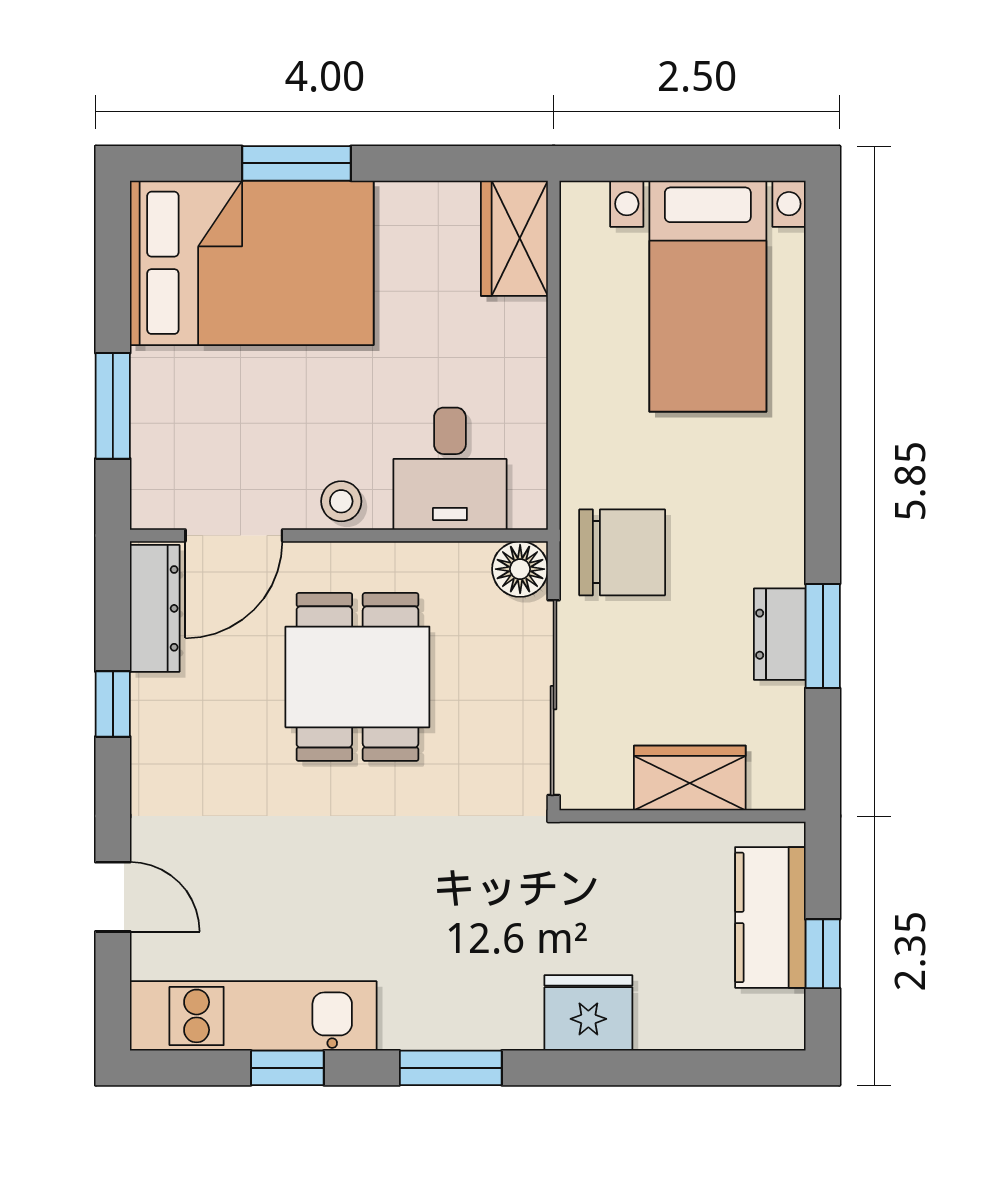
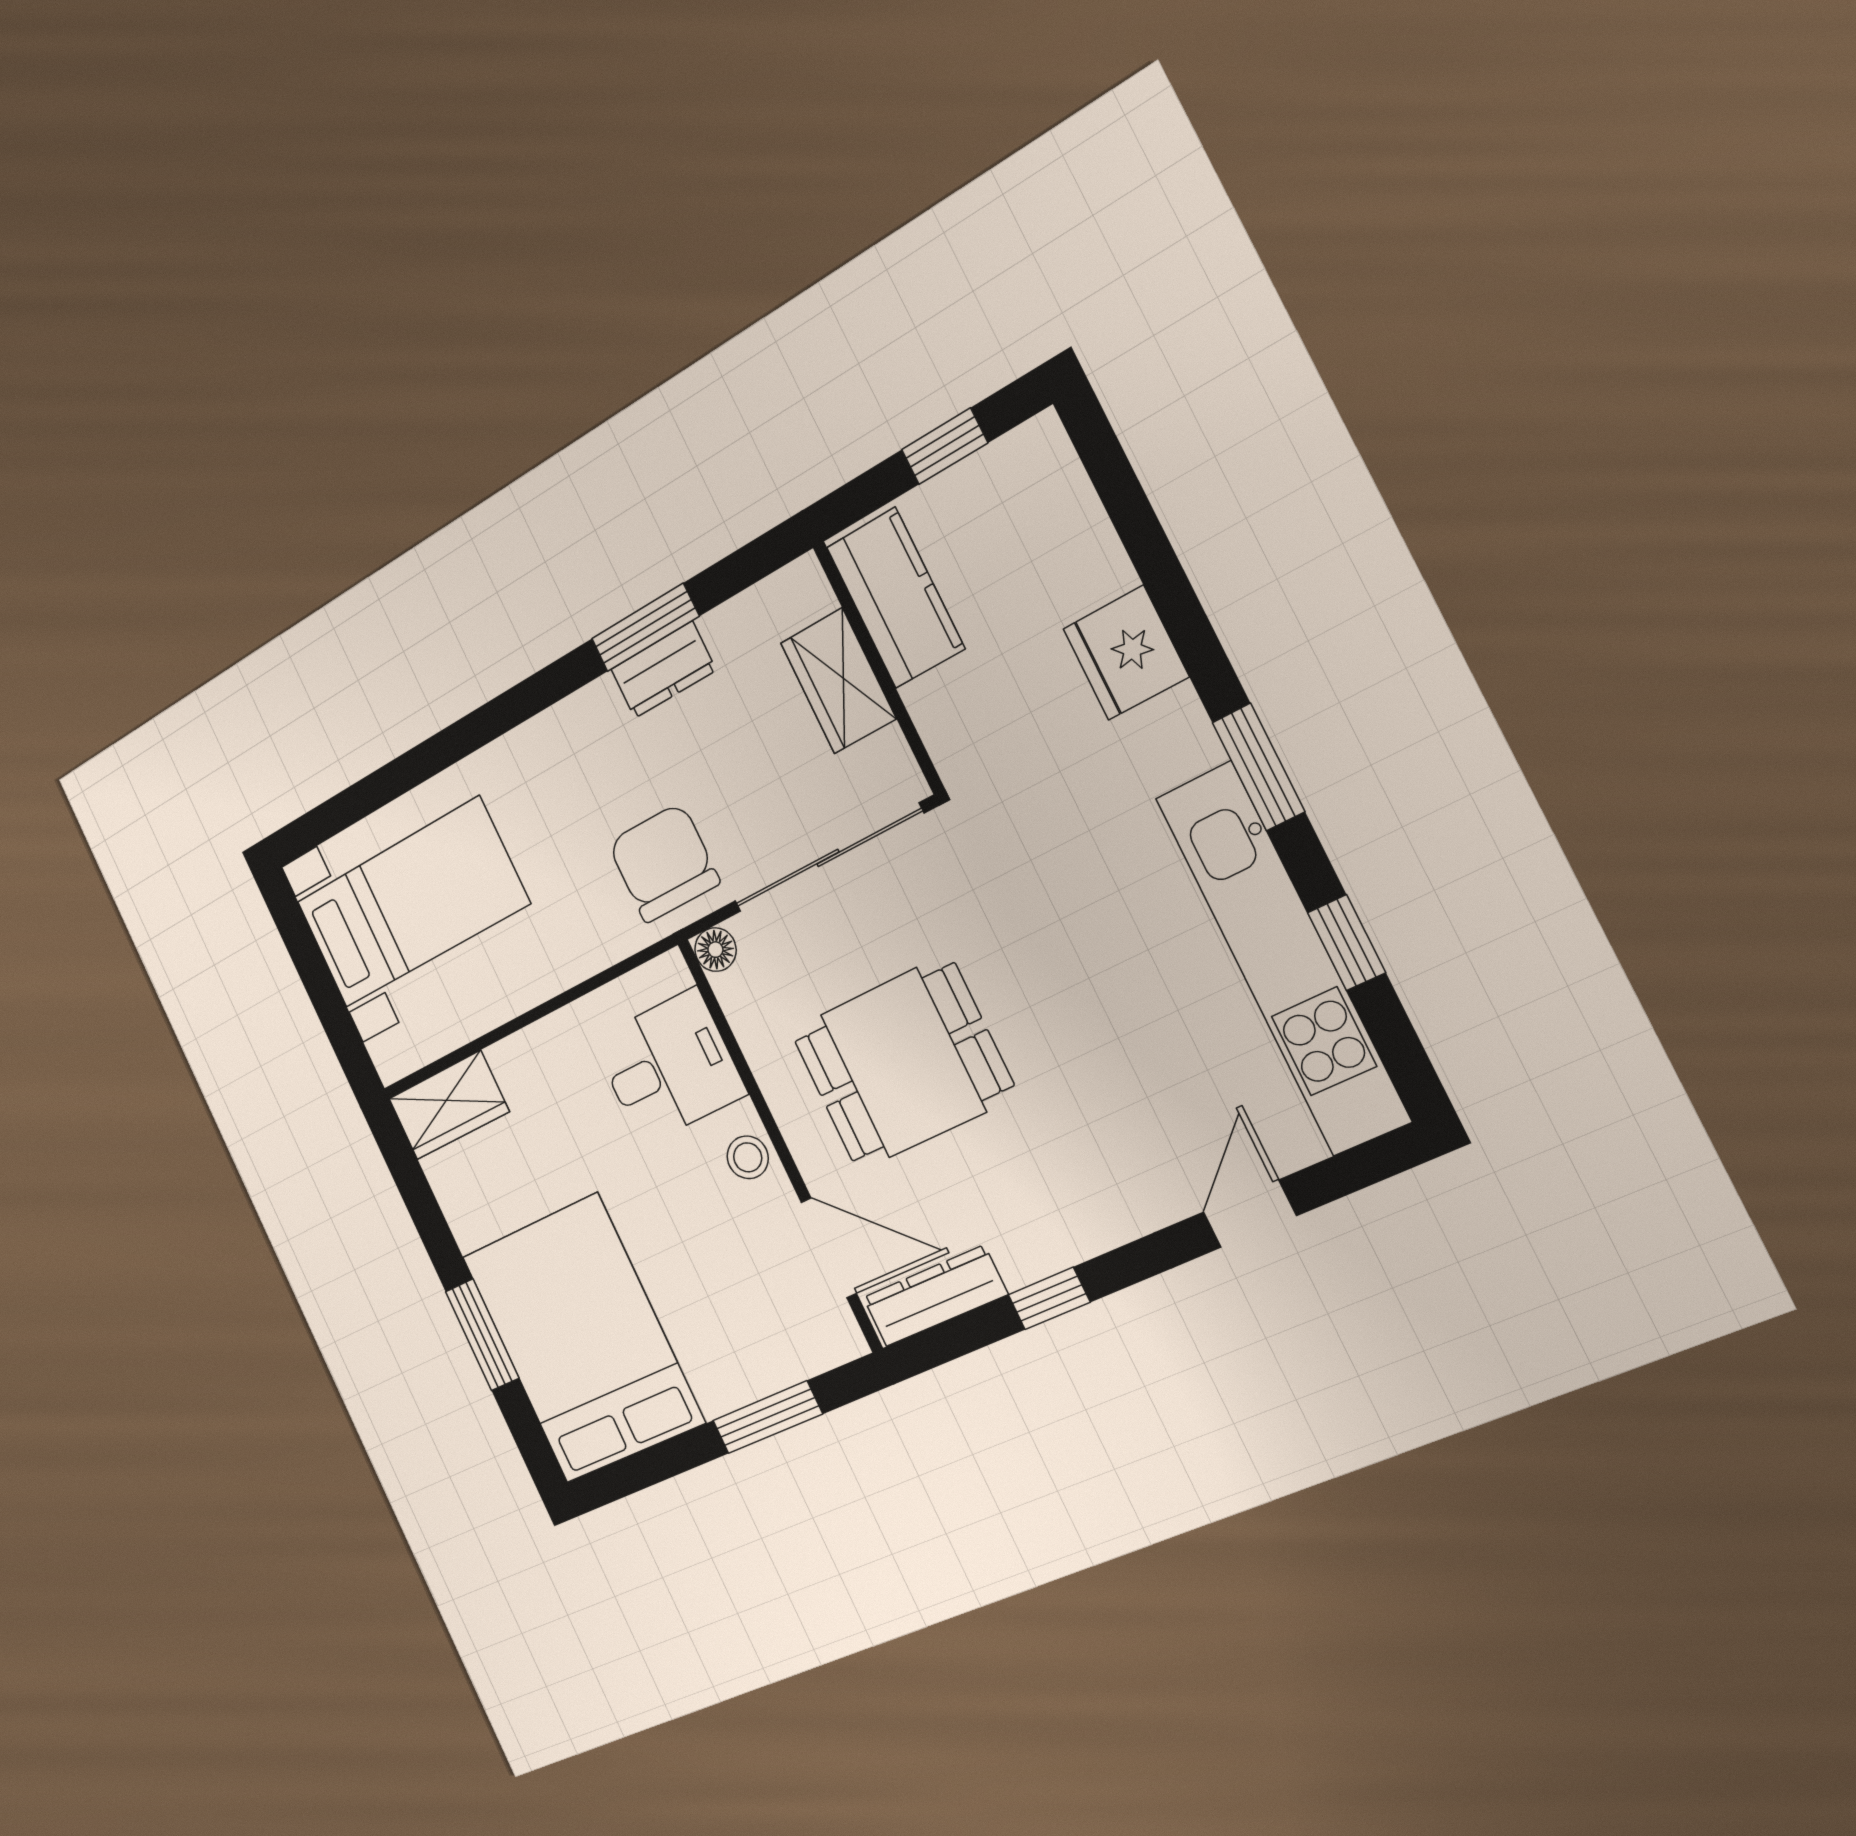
floor lamp: (520, 569) -> (715, 950), width x0.73, depth x0.73
kitchen counter: (770, 917) -> (895, 598), moved, turned -90
kitchen unit: (253, 1016) -> (1282, 958), width x1.36

